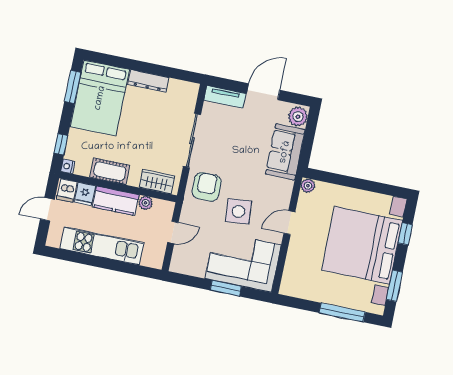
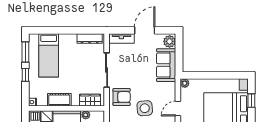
dresser: (148, 81) -> (90, 39), moved
bed: (100, 98) -> (49, 55), width x0.67
window: (61, 144) -> (25, 75), moved
armchair: (207, 187) -> (122, 97), turned 90

